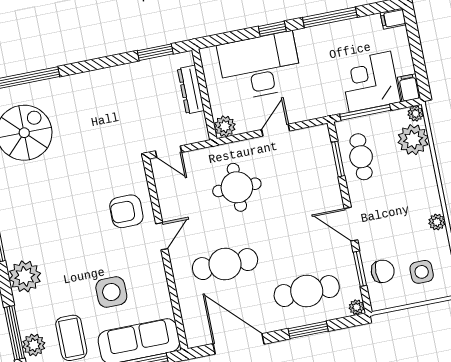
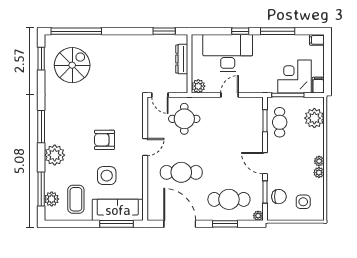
plant: (416, 114) -> (319, 161), moved
round table: (237, 187) -> (184, 119), moved
armchair: (126, 211) -> (104, 140), moved

